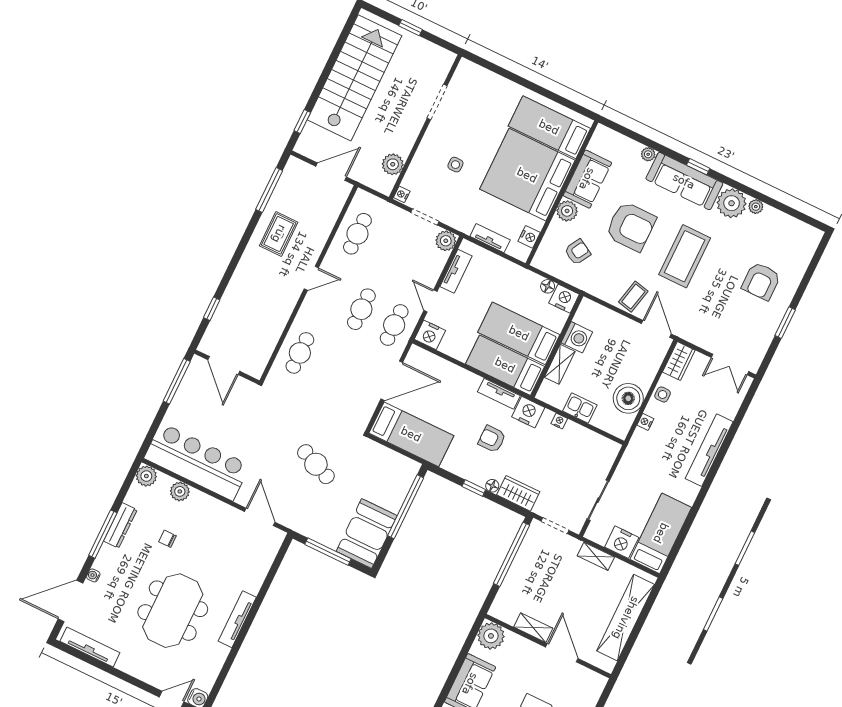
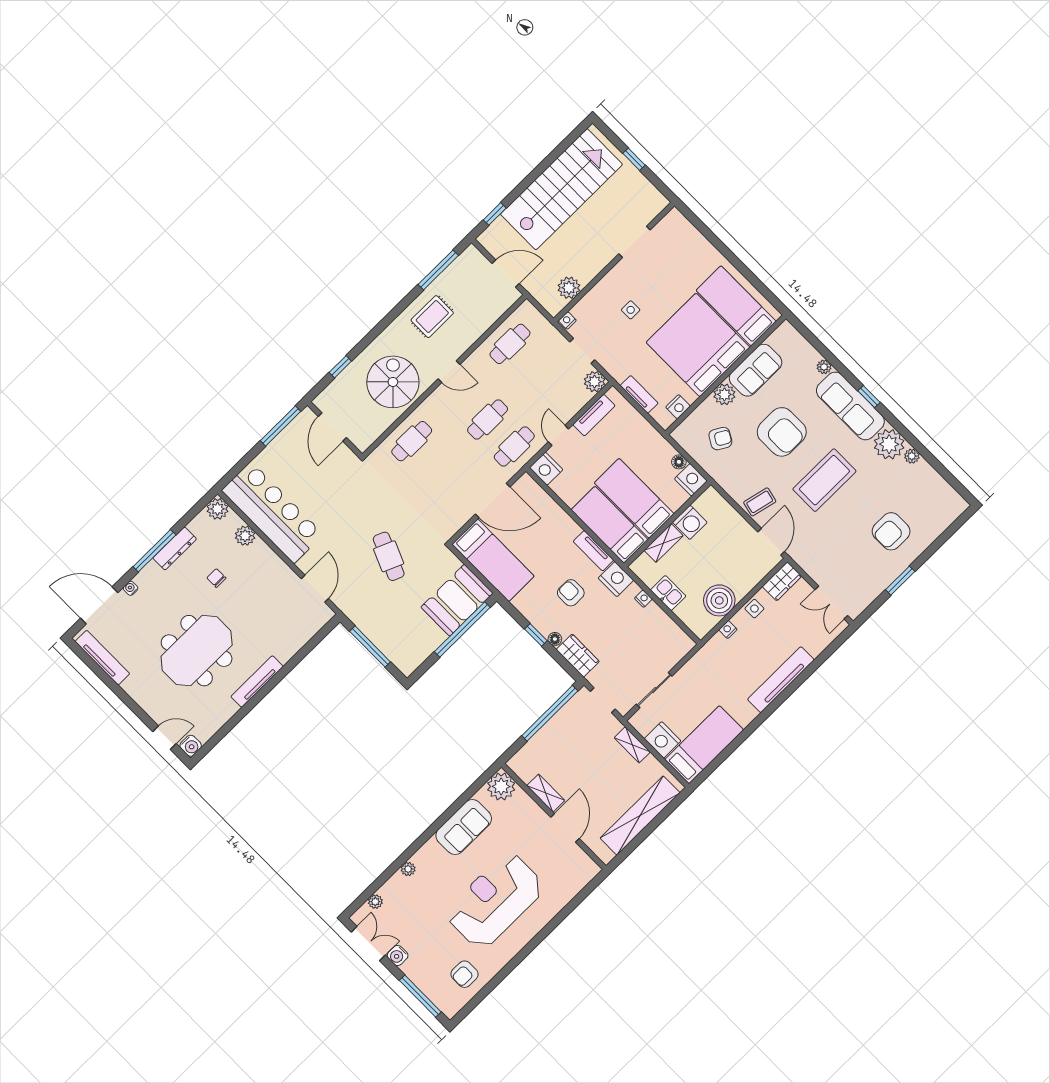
spiral stairs: (264, 306) -> (393, 382), added
booth: (367, 533) -> (457, 600), moved

